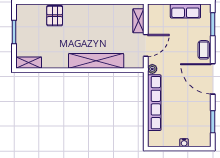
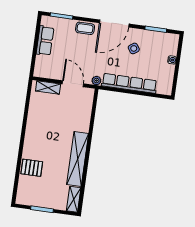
shelving: (96, 61) -> (78, 159), moved
side table: (190, 102) -> (134, 48), added

